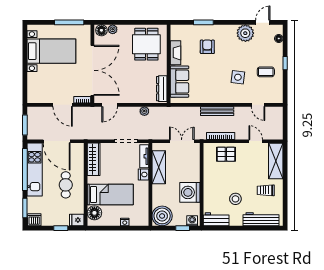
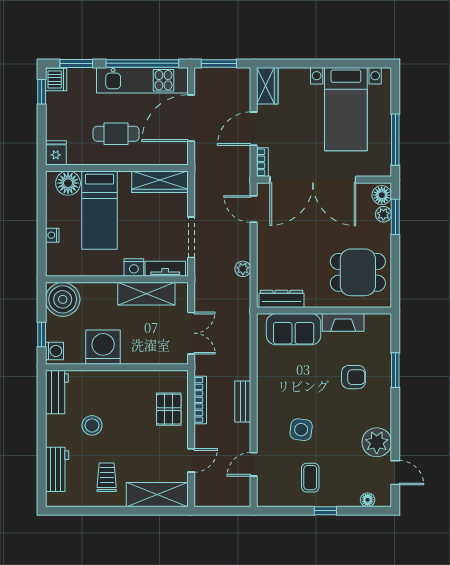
window: (114, 22) -> (395, 217), added
wardrobe: (38, 97) -> (267, 86), added
bench: (217, 111) -> (243, 401), width x0.73
workbench: (261, 219) -> (57, 469), width x0.73
window: (61, 228) -> (42, 92), moved

